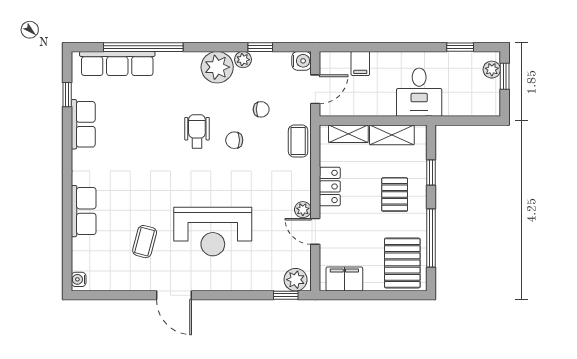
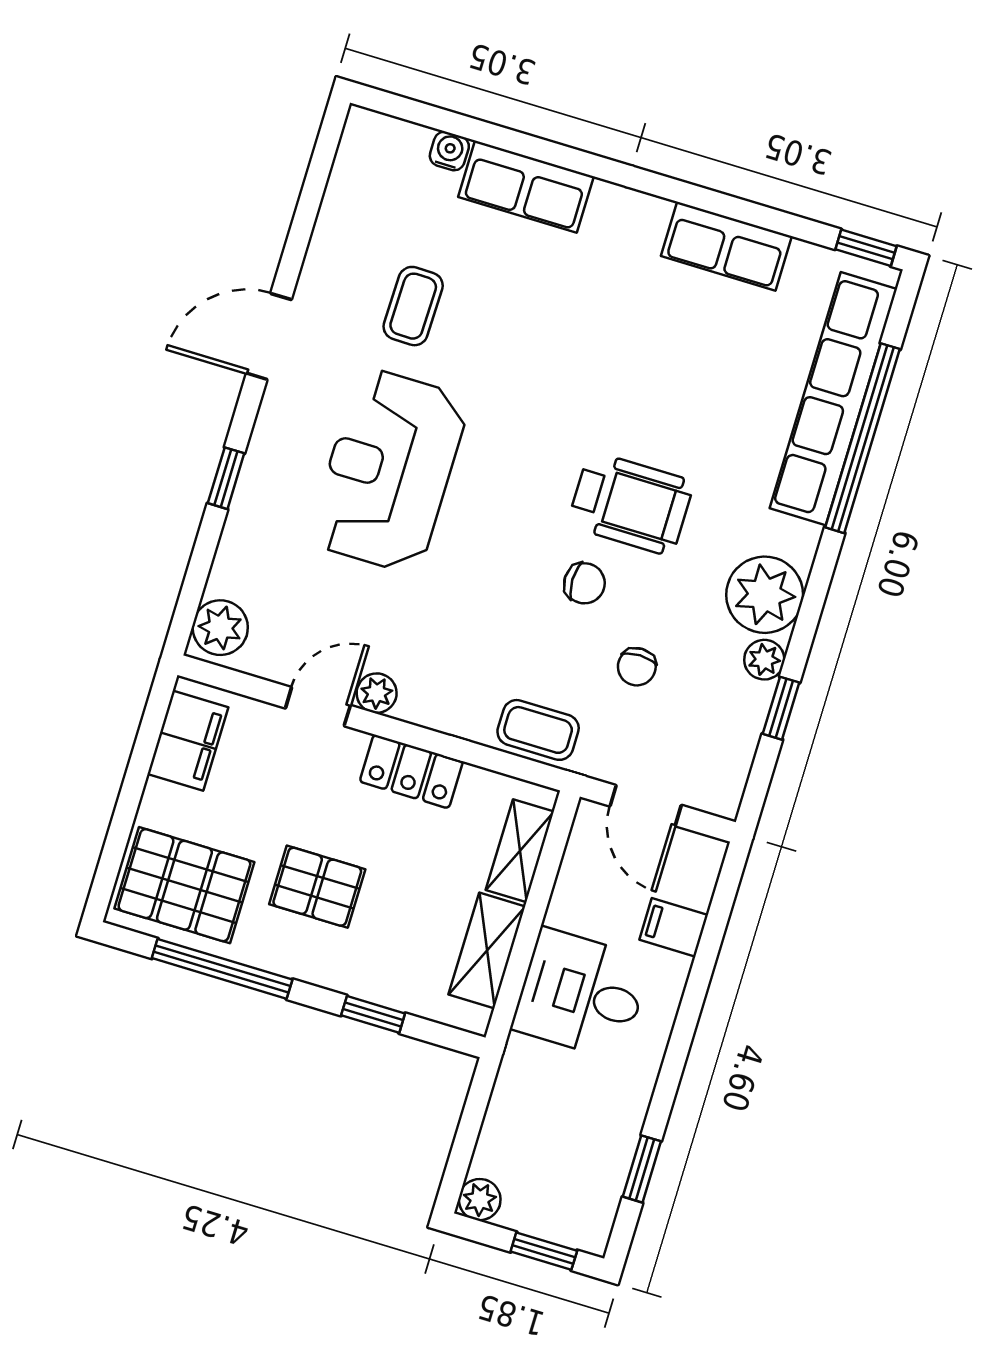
water cooler: (302, 61) -> (721, 794), removed
row of seats: (117, 63) -> (833, 399), width x1.36
plant: (492, 70) -> (480, 1200), moved
desk: (419, 92) -> (581, 994), moved
window: (67, 95) -> (866, 248), moved
wheelchair: (197, 131) -> (631, 504), width x1.36, depth x1.37
chair: (234, 140) -> (584, 583), turned 90
pallet: (395, 194) -> (317, 887), moved
coffee table: (145, 242) -> (413, 306), turned 76
water cooler: (79, 279) -> (449, 151), moved
window: (286, 295) -> (226, 478), moved

